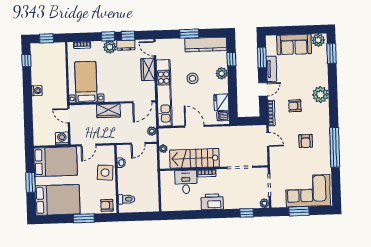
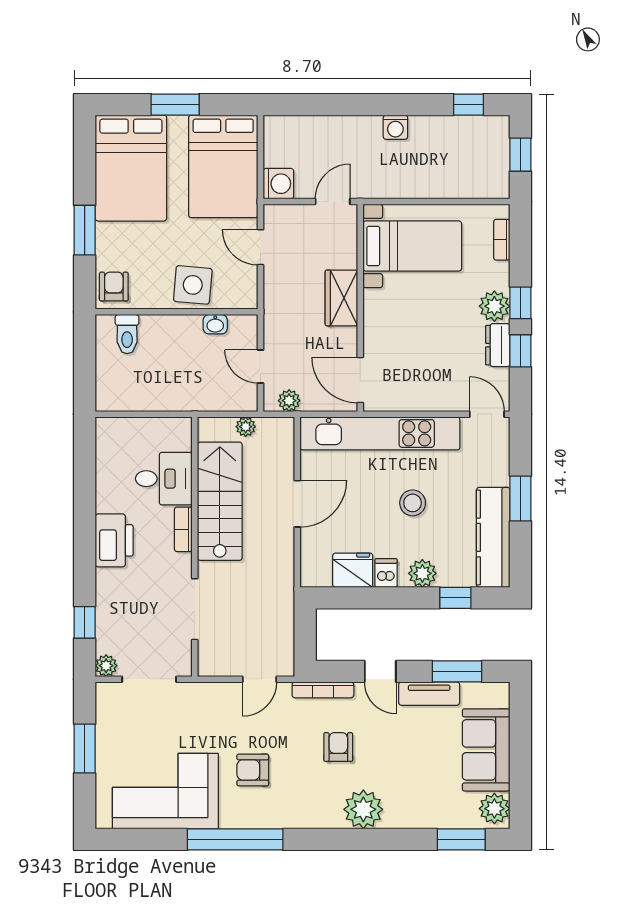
door: (155, 49) -> (487, 414), hinge flipped
wardrobe: (148, 69) -> (438, 396), removed
dishwasher: (223, 116) -> (386, 573), moved
corner sofa: (308, 191) -> (165, 791), moved, turned -90

